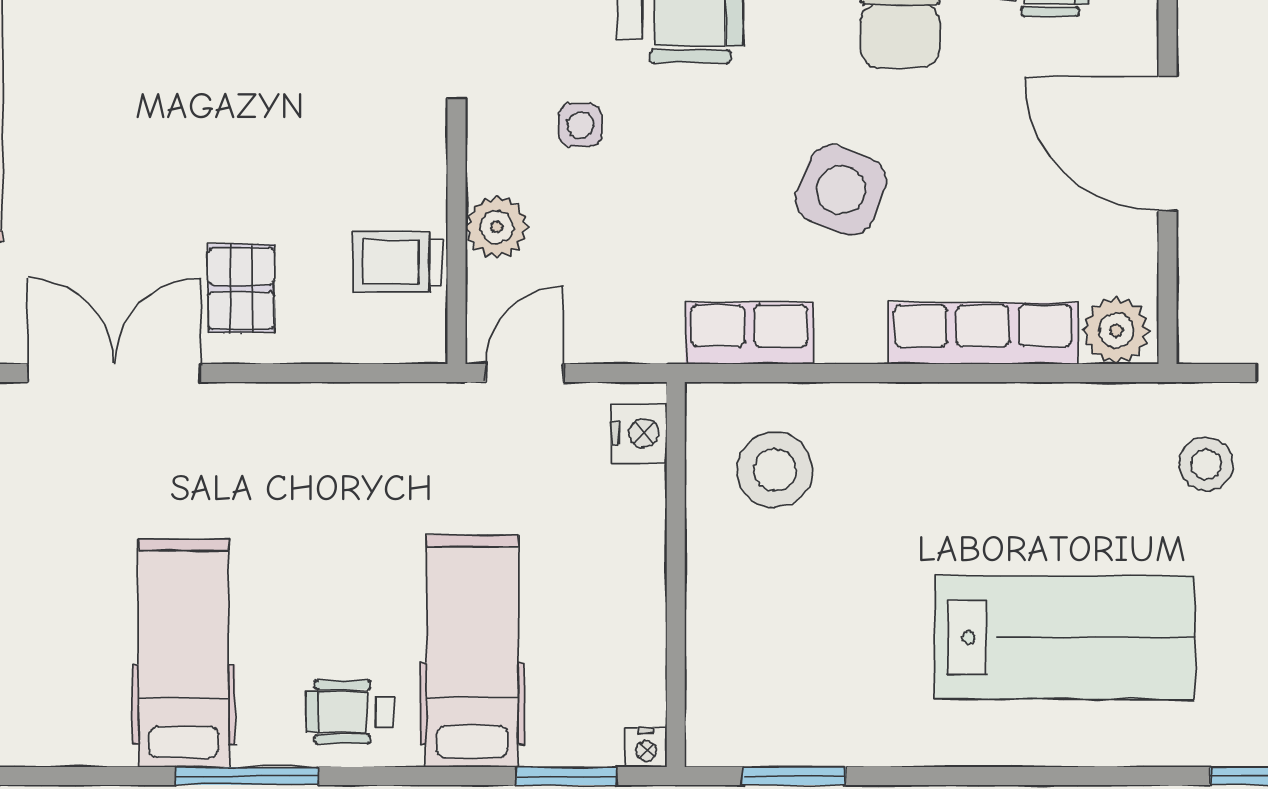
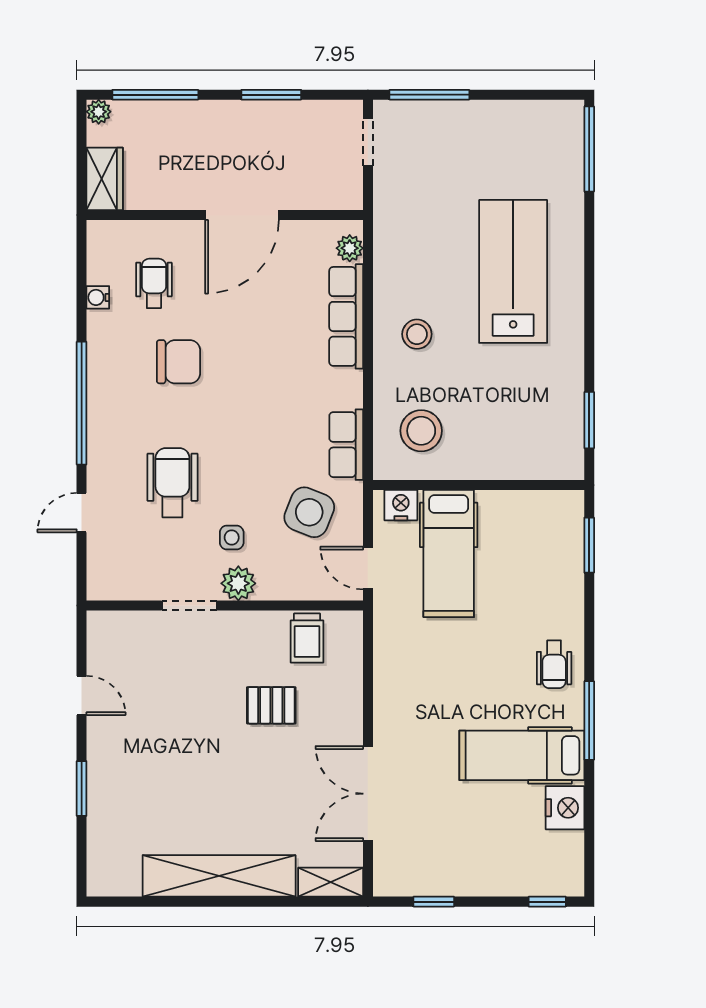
side table: (841, 190) -> (309, 512), moved
plant: (497, 227) -> (238, 583), moved
pallet: (241, 288) -> (271, 705), moved
plant: (1116, 331) -> (350, 248), width x0.73, depth x0.73
stool: (1206, 464) -> (417, 334), moved
hospital bed: (472, 651) -> (449, 554), moved, turned -90
nightstand: (646, 747) -> (565, 808), moved, width x1.89, depth x1.79

